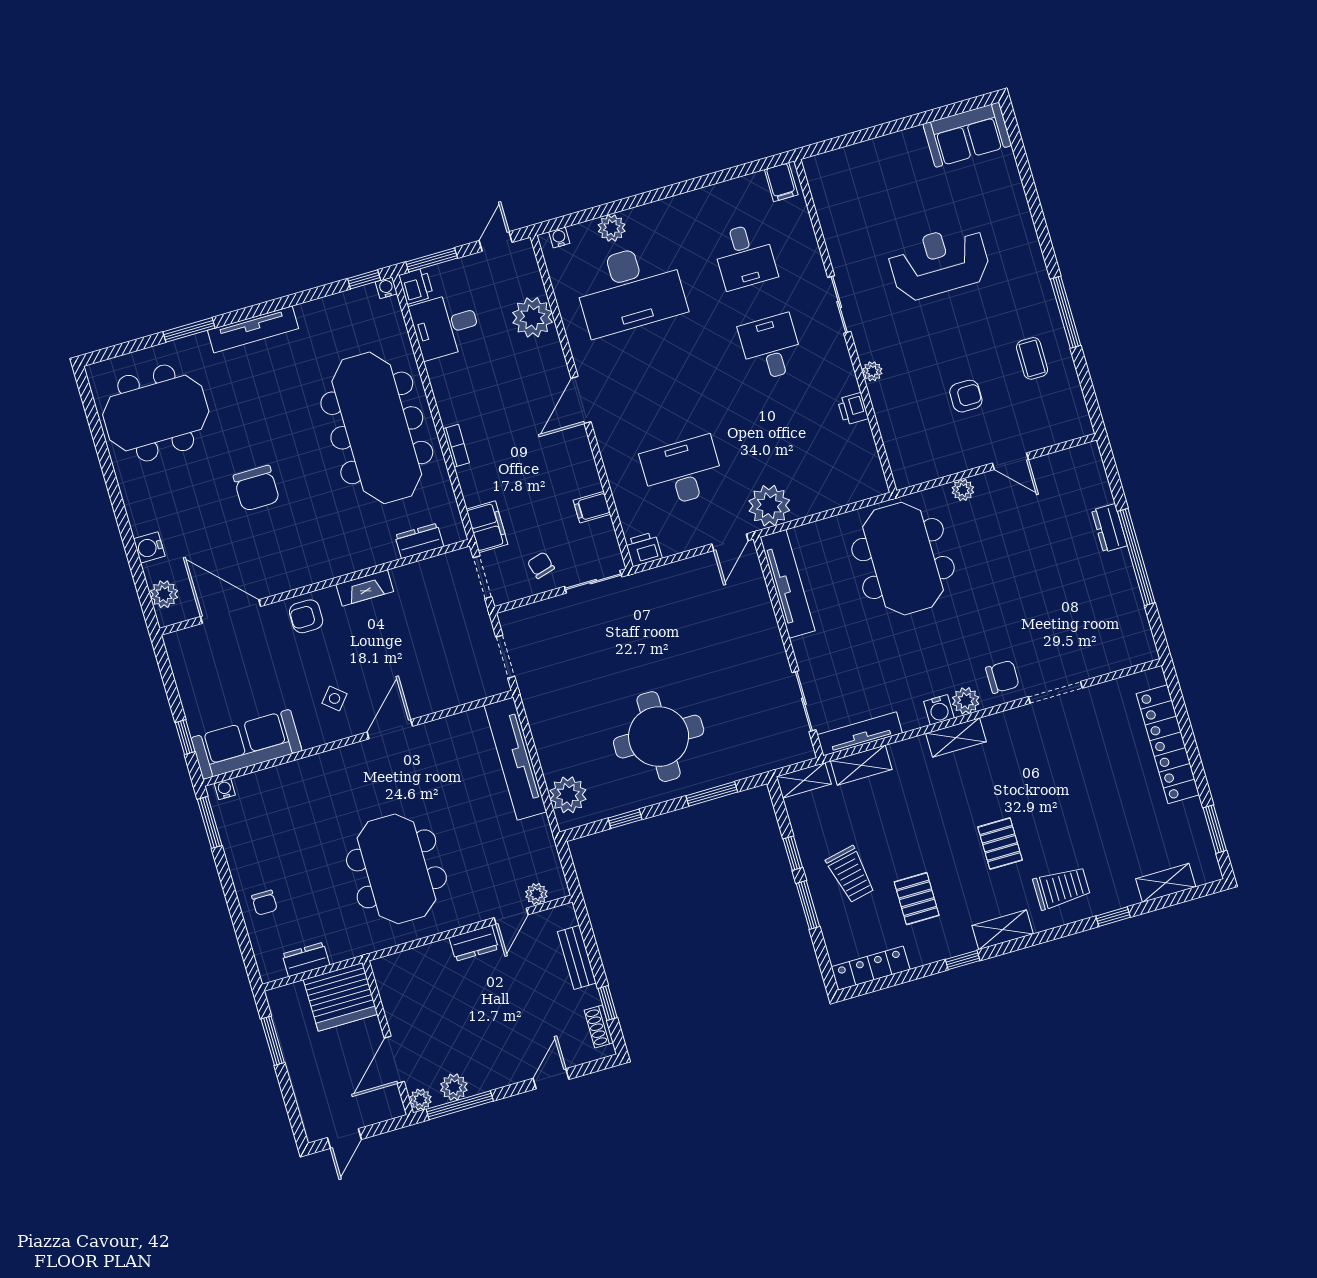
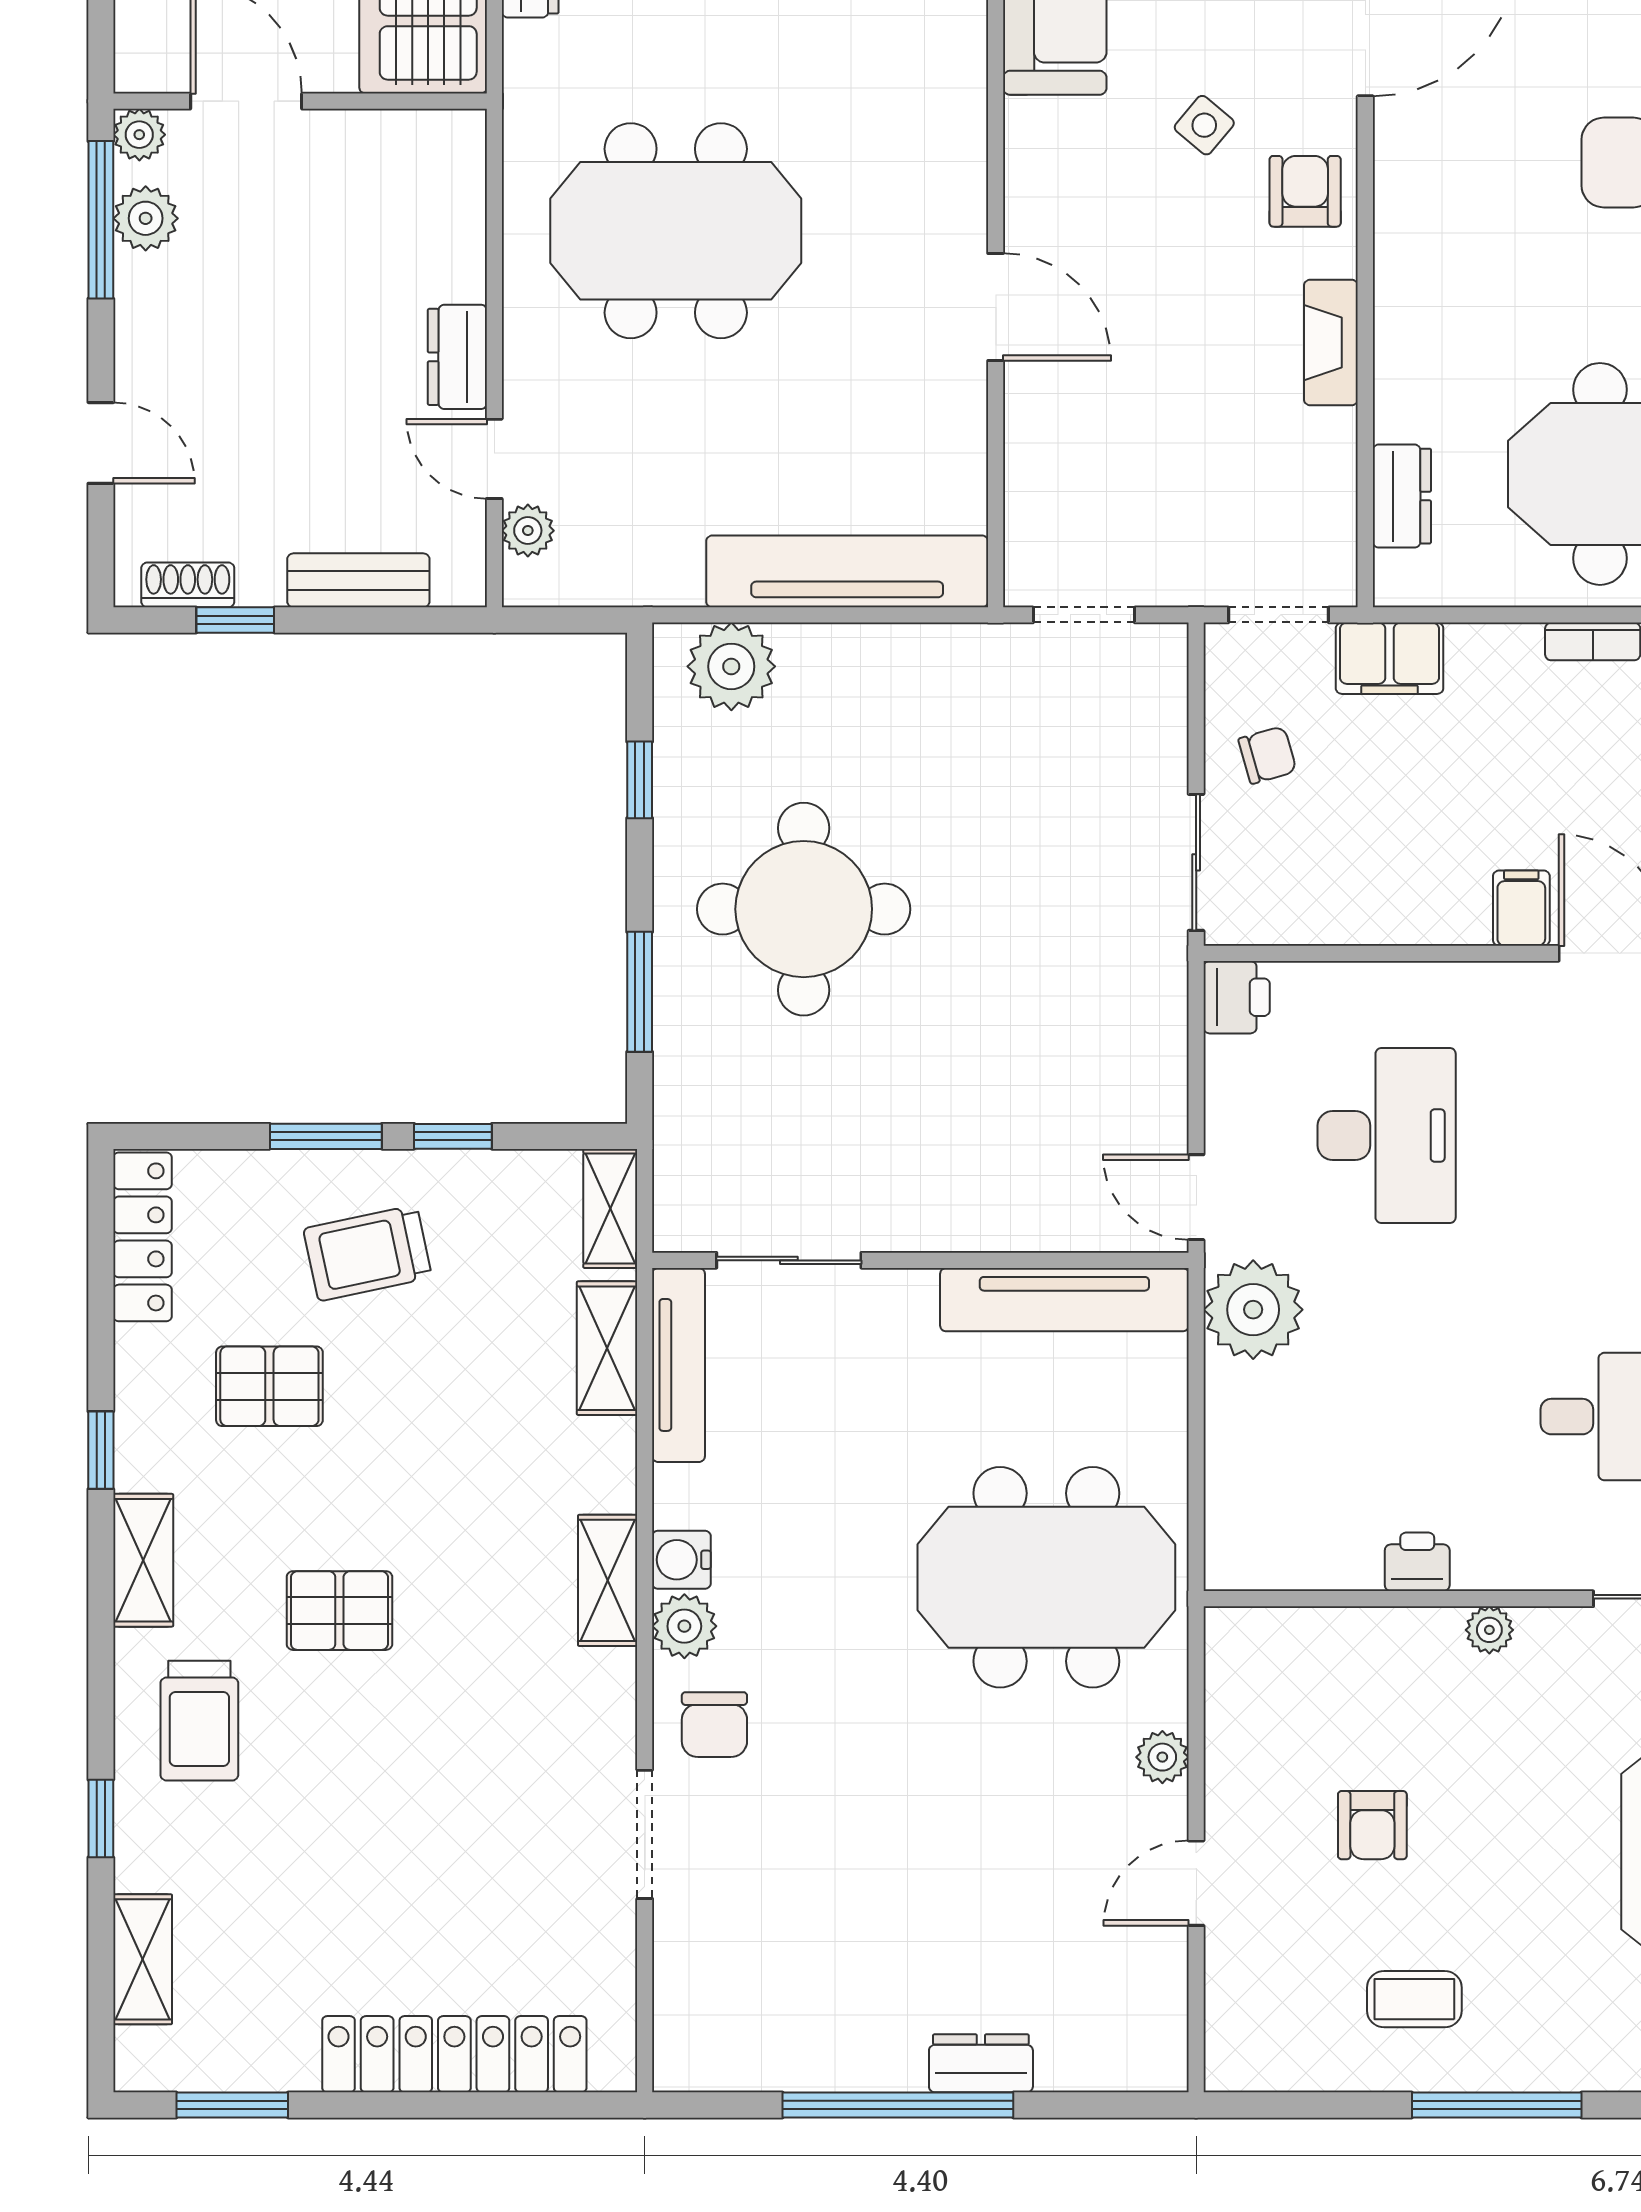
filing cabinet: (592, 507) -> (1521, 908), moved
side table: (335, 698) -> (1204, 125), moved

